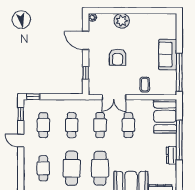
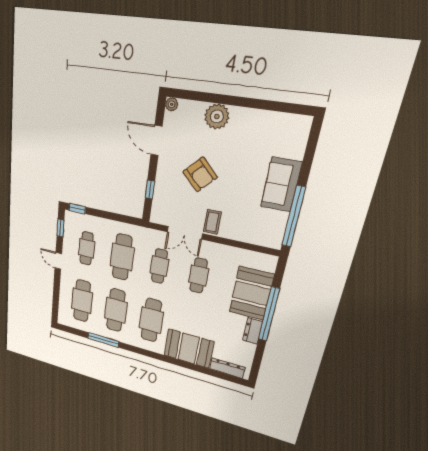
armchair: (118, 57) -> (200, 174), turned -46
coffee table: (145, 85) -> (212, 222), moved
booth: (165, 116) -> (251, 293), moved
cafe table: (72, 125) -> (122, 257), width x1.37, depth x1.35
cafe table: (43, 168) -> (82, 301), width x1.37, depth x1.35

